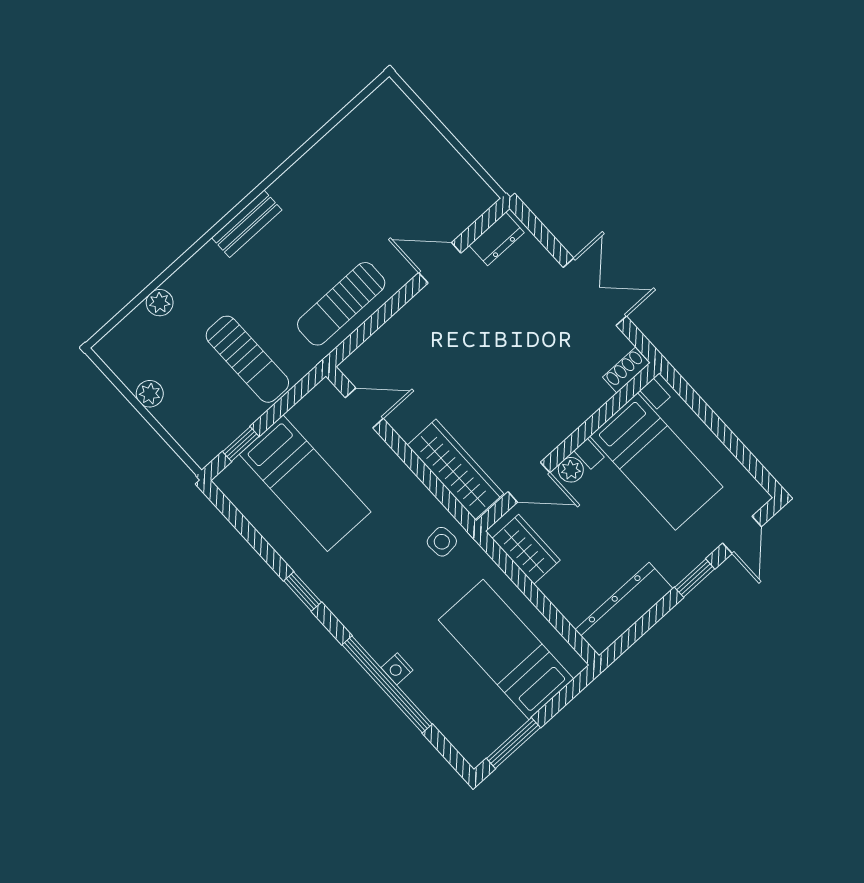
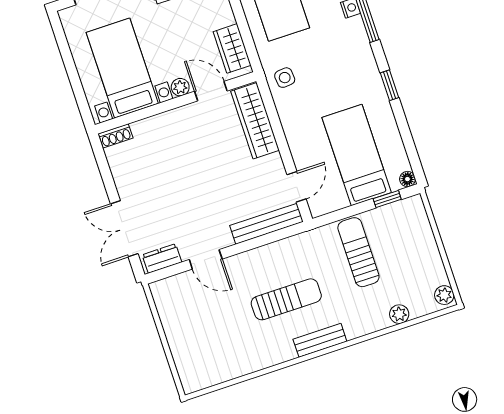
double door: (595, 292) -> (124, 229), moved
sun lounger: (341, 304) -> (286, 299), moved
bench: (382, 343) -> (266, 224), added
plant: (150, 394) -> (444, 295), moved
door: (364, 408) -> (297, 187), swing flipped
floor lamp: (226, 481) -> (407, 179), added

